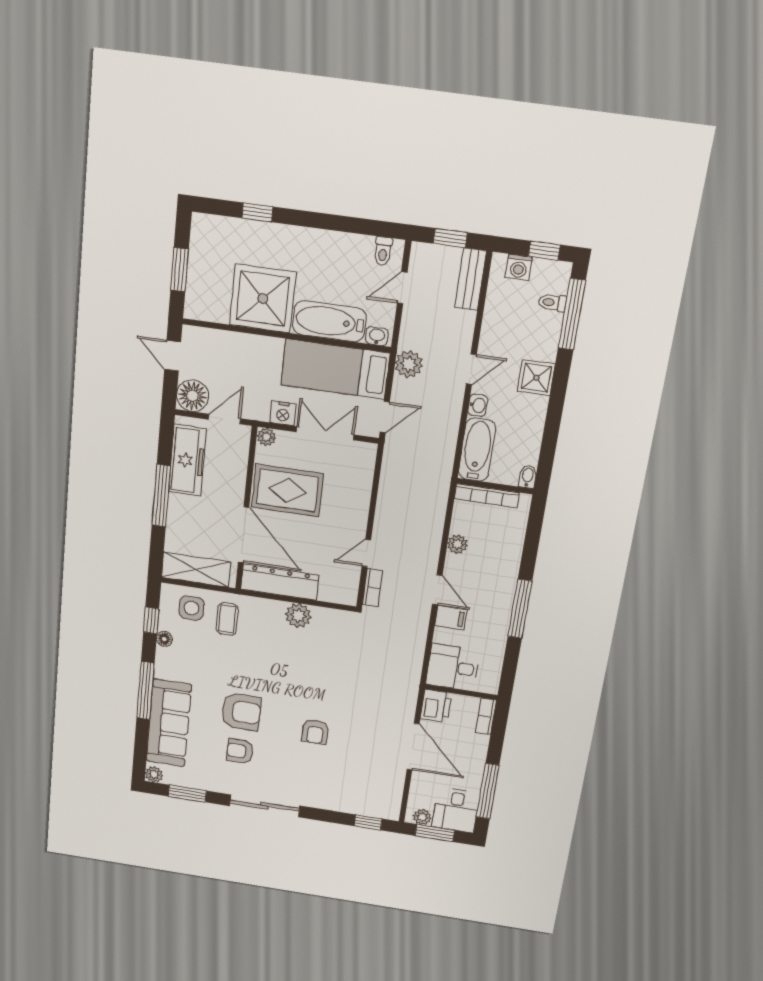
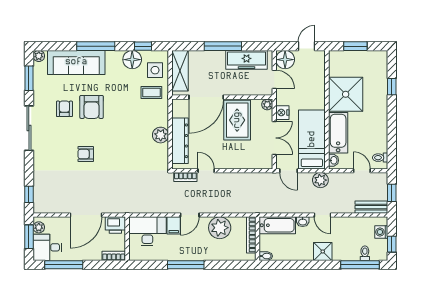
plant: (457, 544) -> (220, 228), width x1.88, depth x1.88
dresser: (280, 582) -> (180, 141), moved
floor lamp: (164, 639) -> (132, 60), width x1.89, depth x1.89
desk: (453, 667) -> (147, 231), width x1.37

